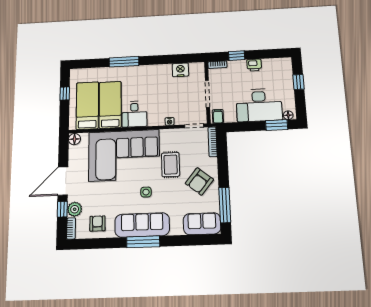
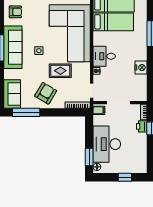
printer: (254, 65) -> (142, 126), moved
nightstand: (180, 70) -> (141, 68), moved
desk: (134, 114) -> (104, 56), moved
armchair: (199, 181) -> (46, 93), turned 82

